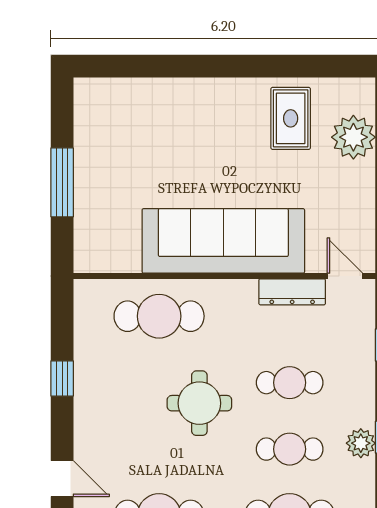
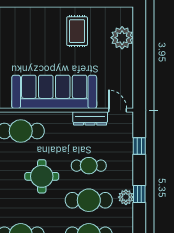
rug: (291, 118) -> (77, 31), moved
cafe table: (290, 449) -> (89, 200), width x1.37, depth x1.35

